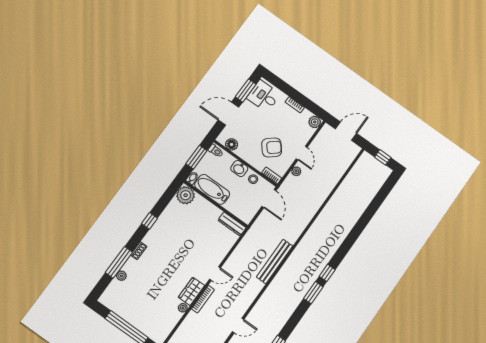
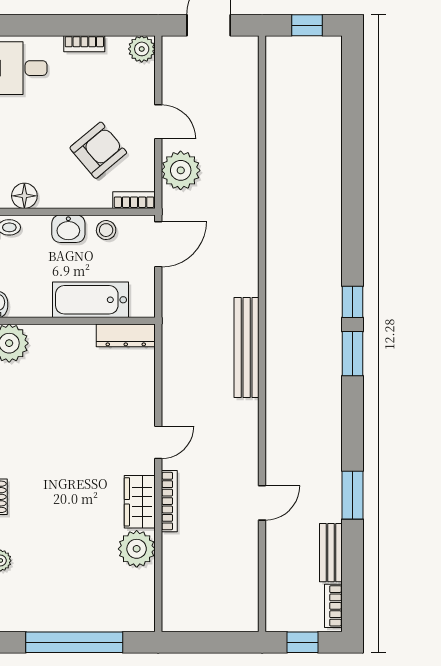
plant: (296, 171) -> (181, 170), width x1.88, depth x1.88
bathtub: (212, 189) -> (91, 300), moved
door: (269, 199) -> (158, 244), hinge flipped
plant: (183, 308) -> (137, 549), width x1.88, depth x1.88

